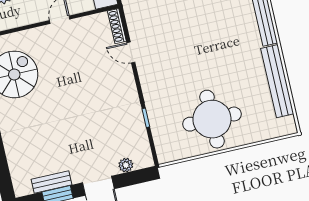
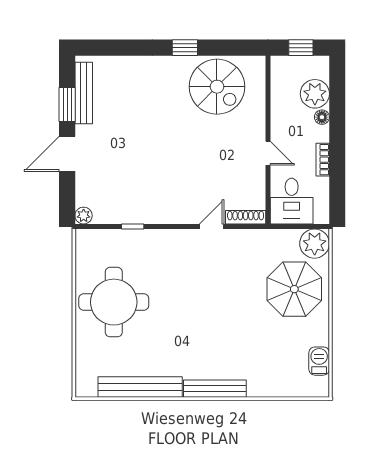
plant: (126, 165) -> (84, 216), moved
bench: (52, 182) -> (84, 93), width x1.36

